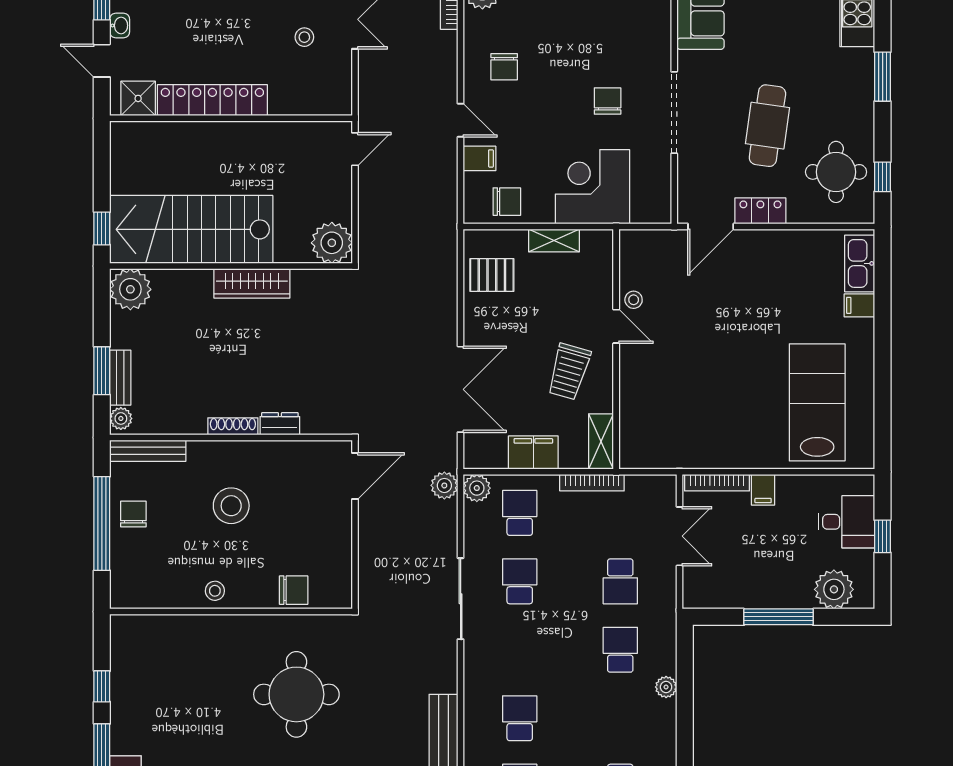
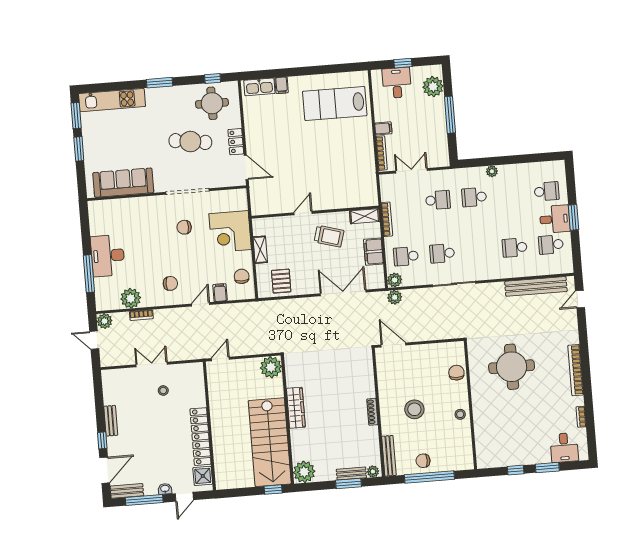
door: (355, 149) -> (220, 359), hinge flipped
stool: (634, 300) -> (288, 205), removed
dresser: (280, 424) -> (369, 387), removed

